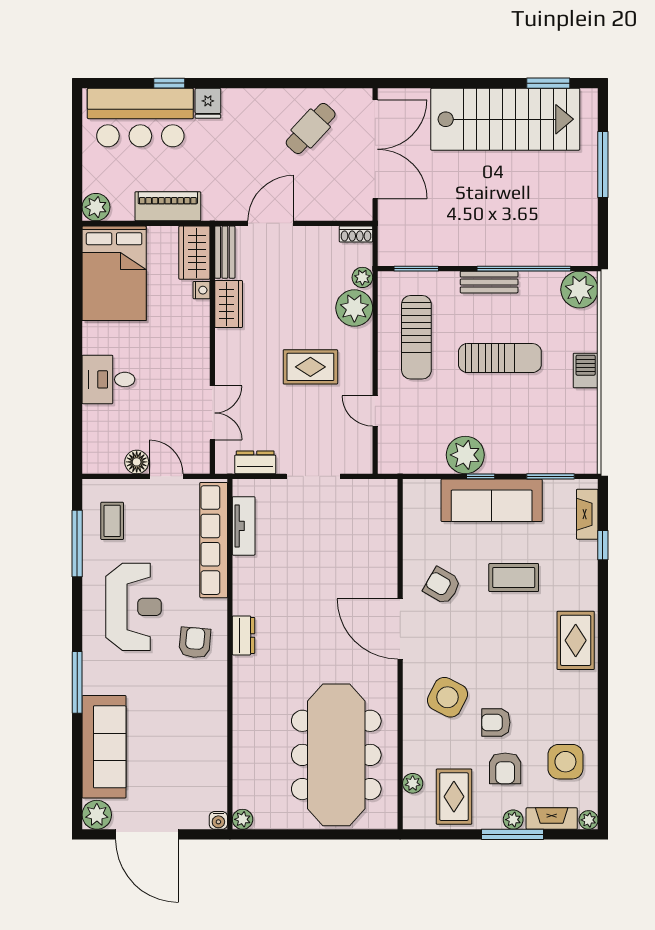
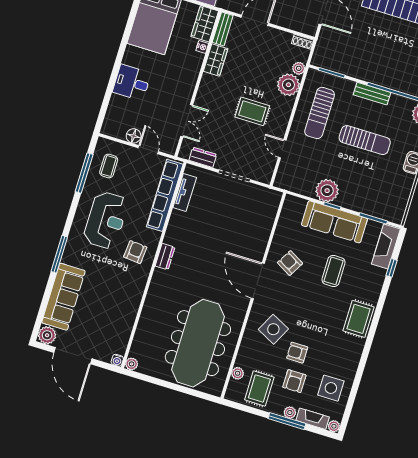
fireplace: (587, 514) -> (386, 246), width x1.37, depth x1.32
coffee table: (514, 578) -> (333, 271), turned 90

